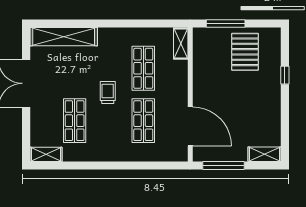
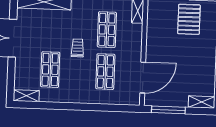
door: (190, 126) -> (143, 78), hinge flipped

